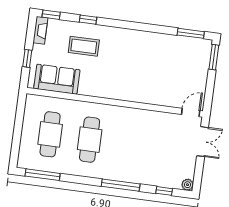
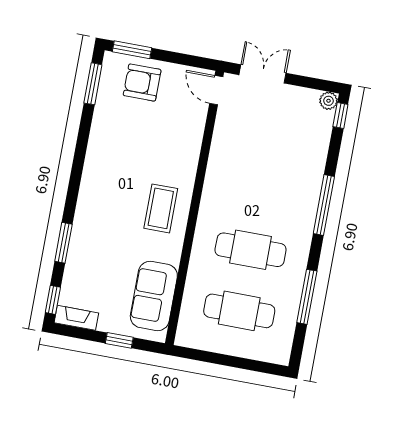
window: (88, 20) -> (63, 243), width x1.50
coffee table: (84, 46) -> (161, 208), moved
armchair: (193, 65) -> (142, 83), added
window: (43, 175) -> (307, 297), moved
window: (164, 191) -> (340, 116), moved

